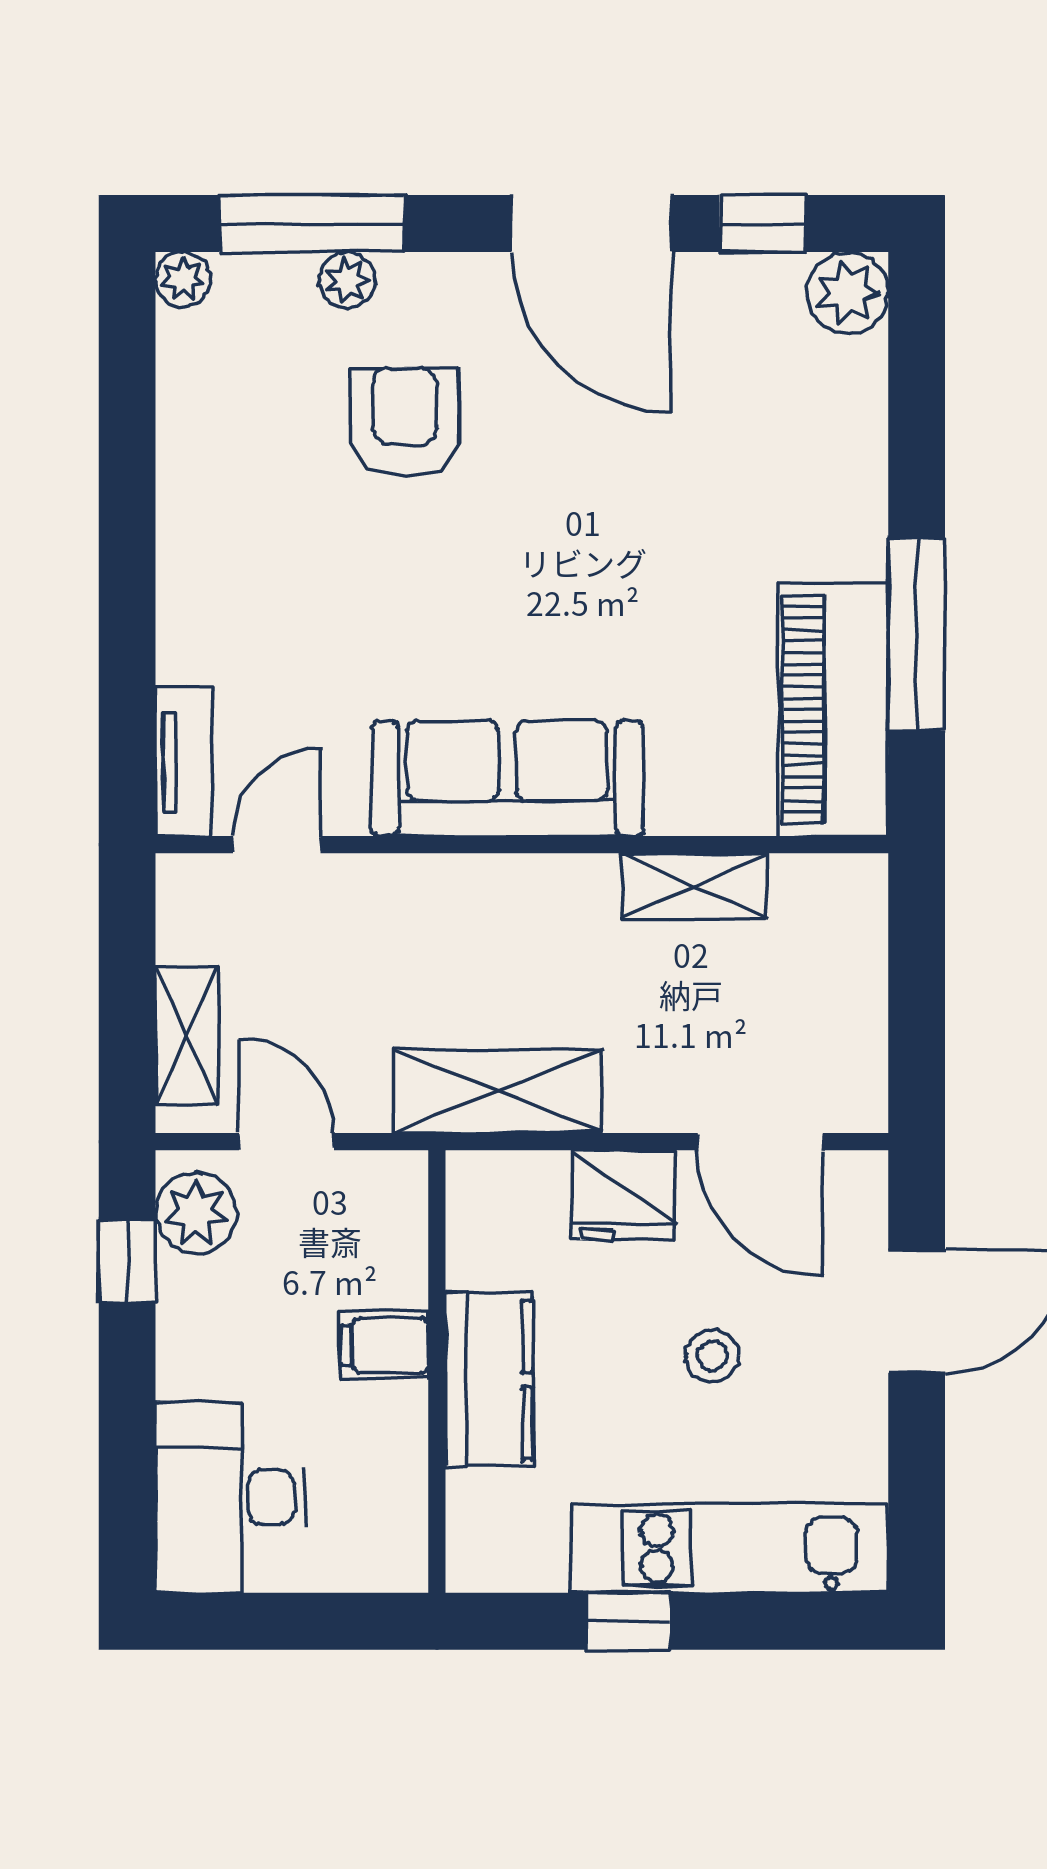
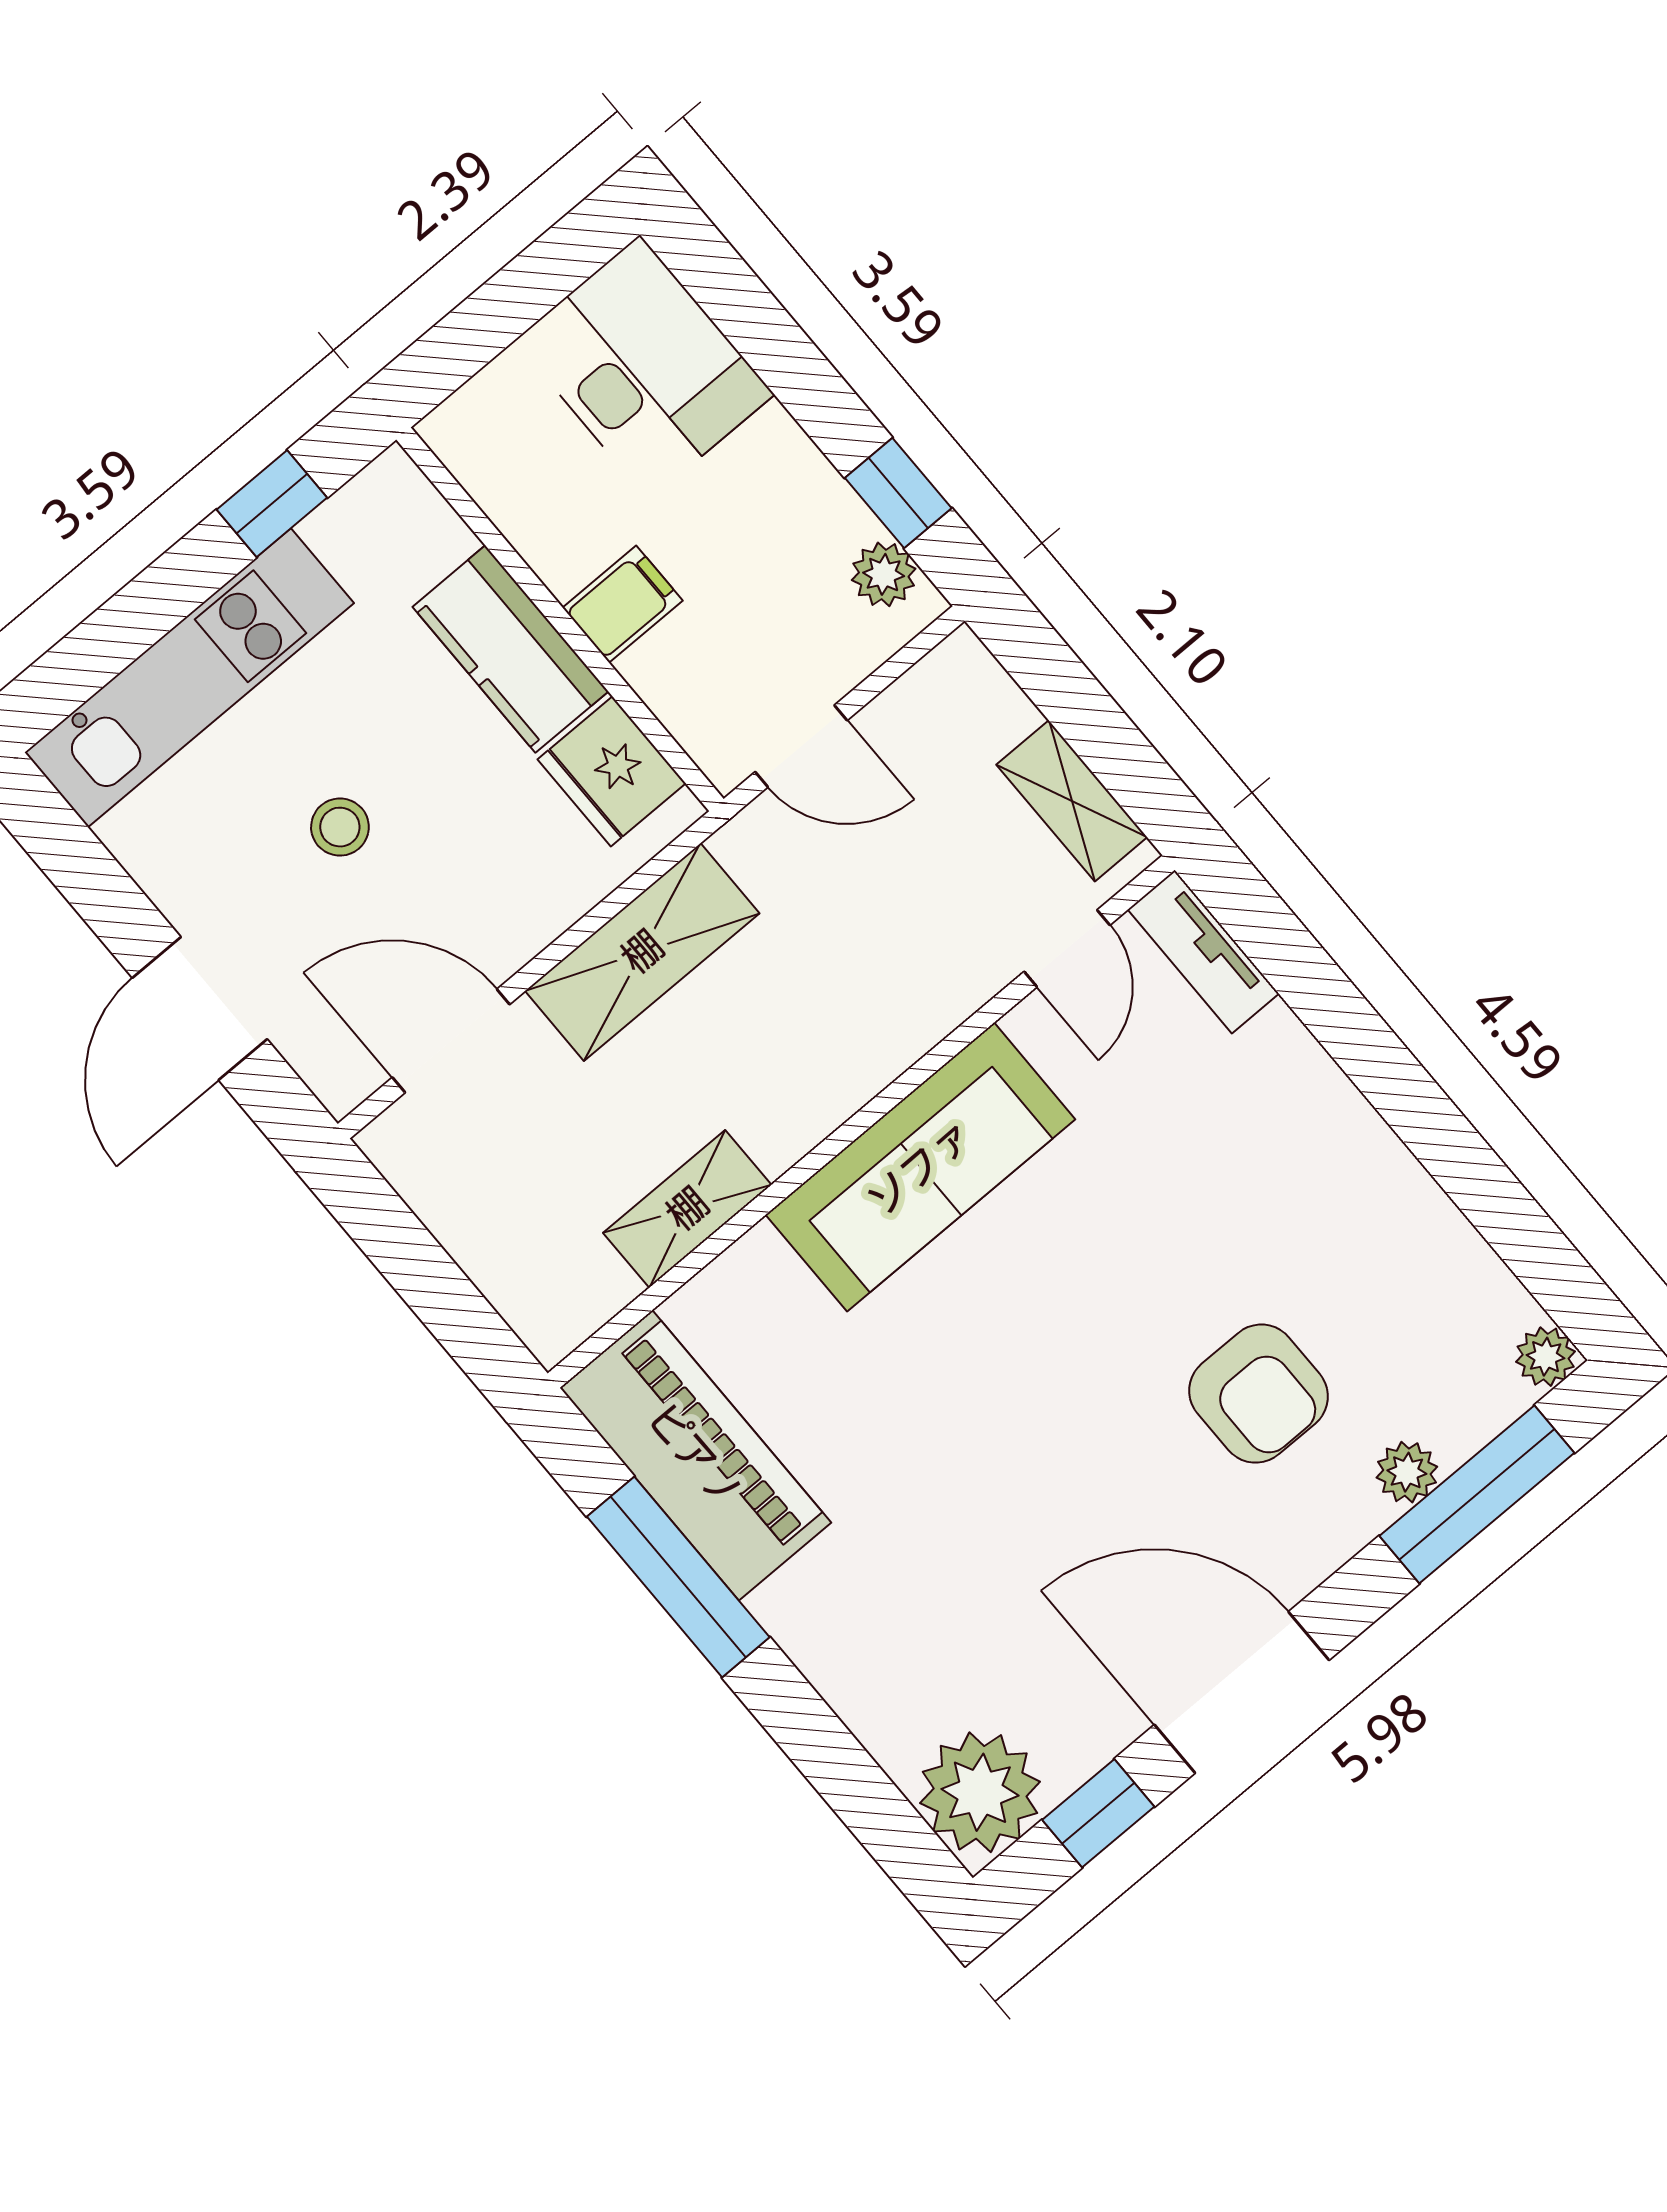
plant: (847, 293) -> (980, 1792), width x1.36, depth x1.36
shelving: (187, 1035) -> (1072, 801), moved
shelving: (498, 1091) -> (642, 952), moved
door: (286, 1142) -> (801, 746), moved
fridge: (624, 1195) -> (612, 771), moved, turned -90
plant: (196, 1213) -> (884, 574), width x0.73, depth x0.73
window: (628, 1621) -> (272, 504), moved

